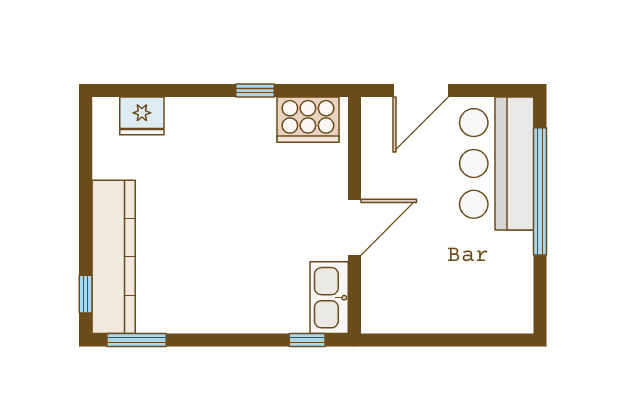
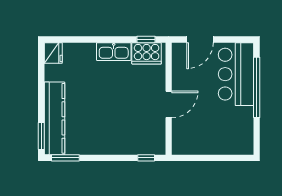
window: (255, 90) -> (146, 40), moved
fridge: (142, 116) -> (53, 53), moved, turned -90
window: (86, 294) -> (41, 136), width x1.50
kitchen sink: (329, 298) -> (114, 52), moved, turned -90

